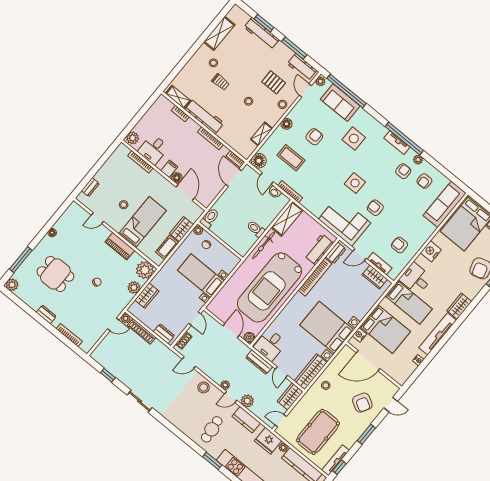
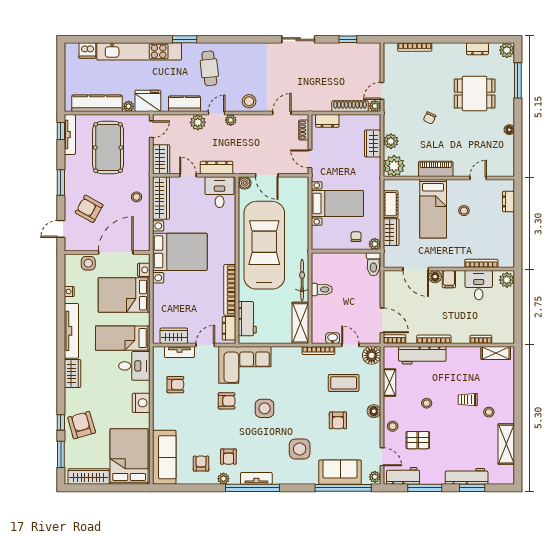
workbench: (204, 116) -> (422, 355), moved
dresser: (46, 314) -> (477, 49), moved
side table: (391, 368) -> (88, 263), added

